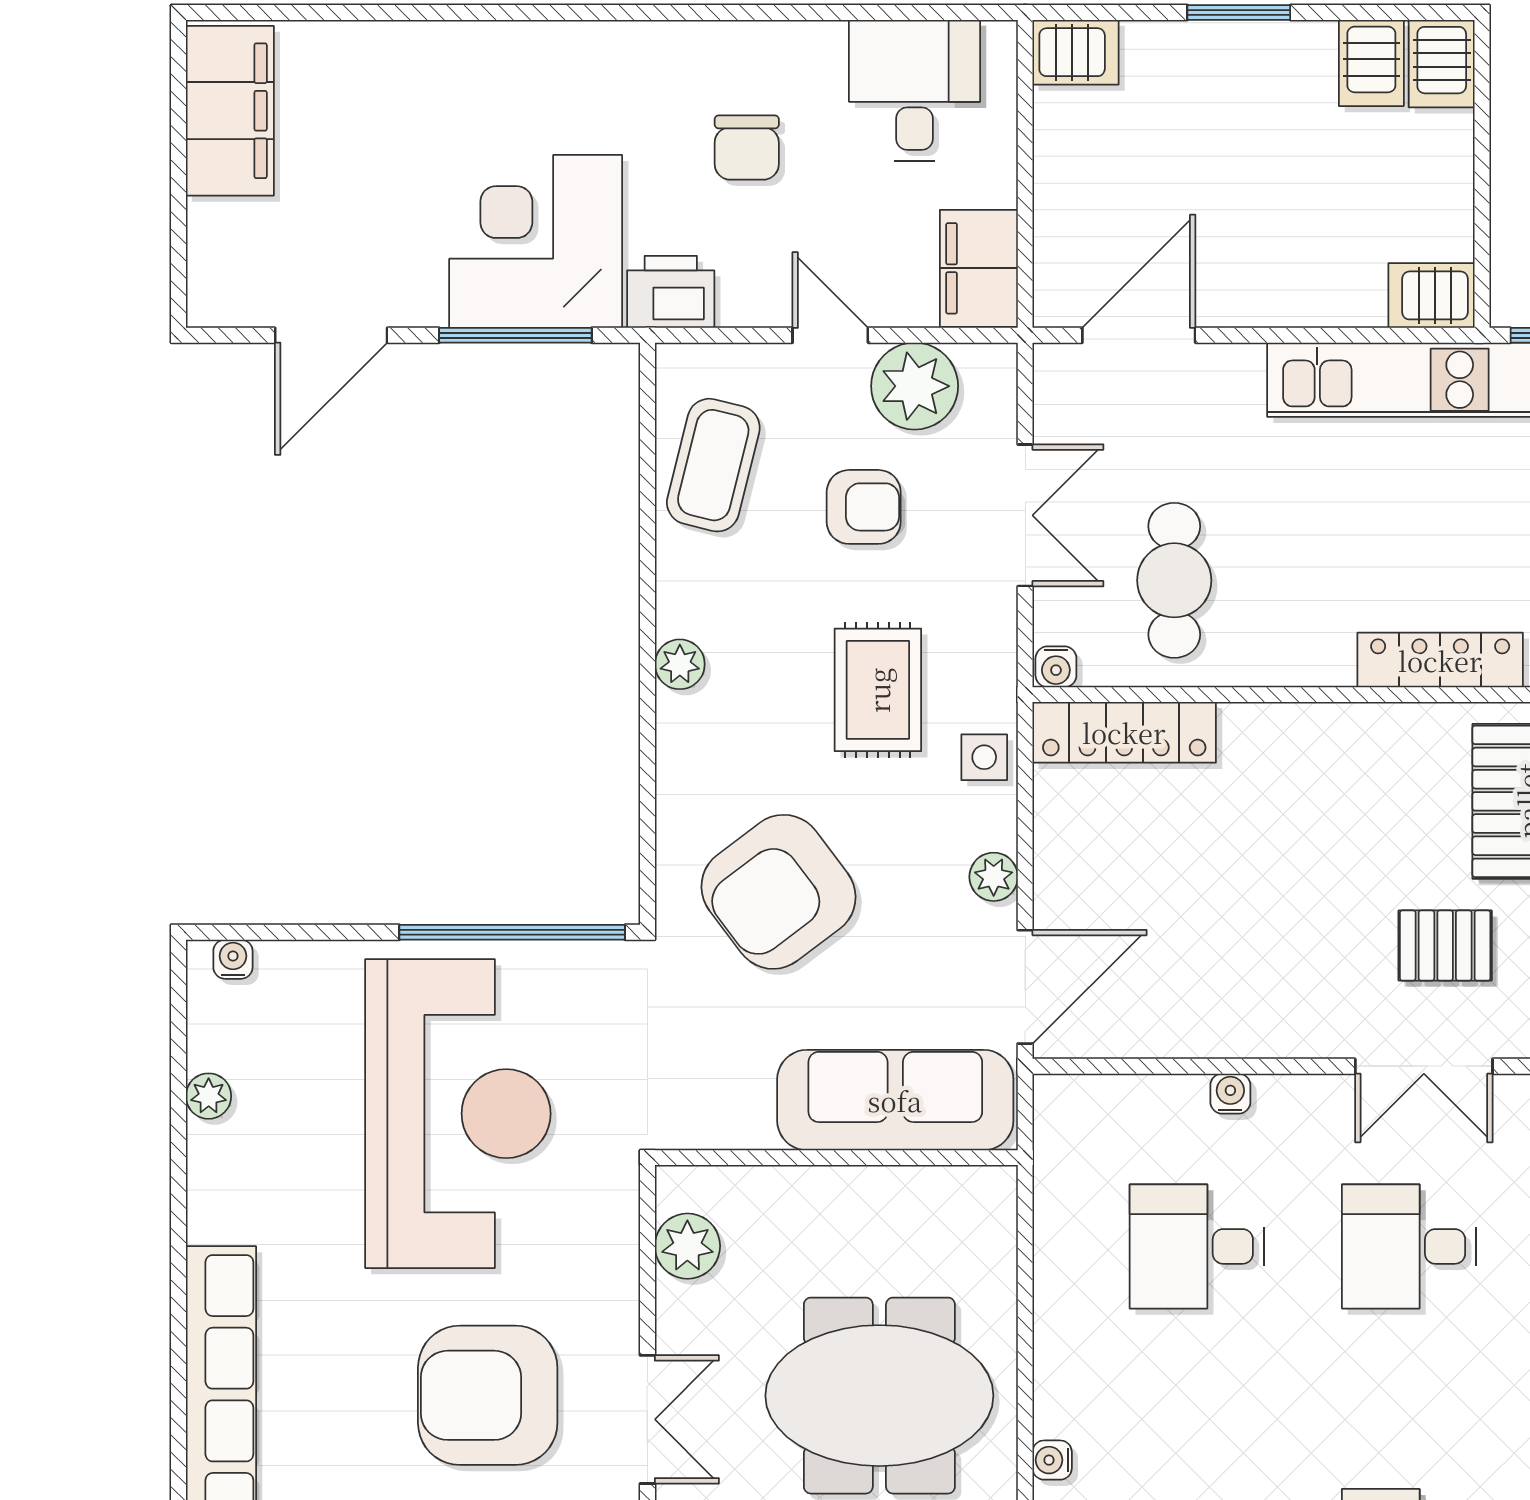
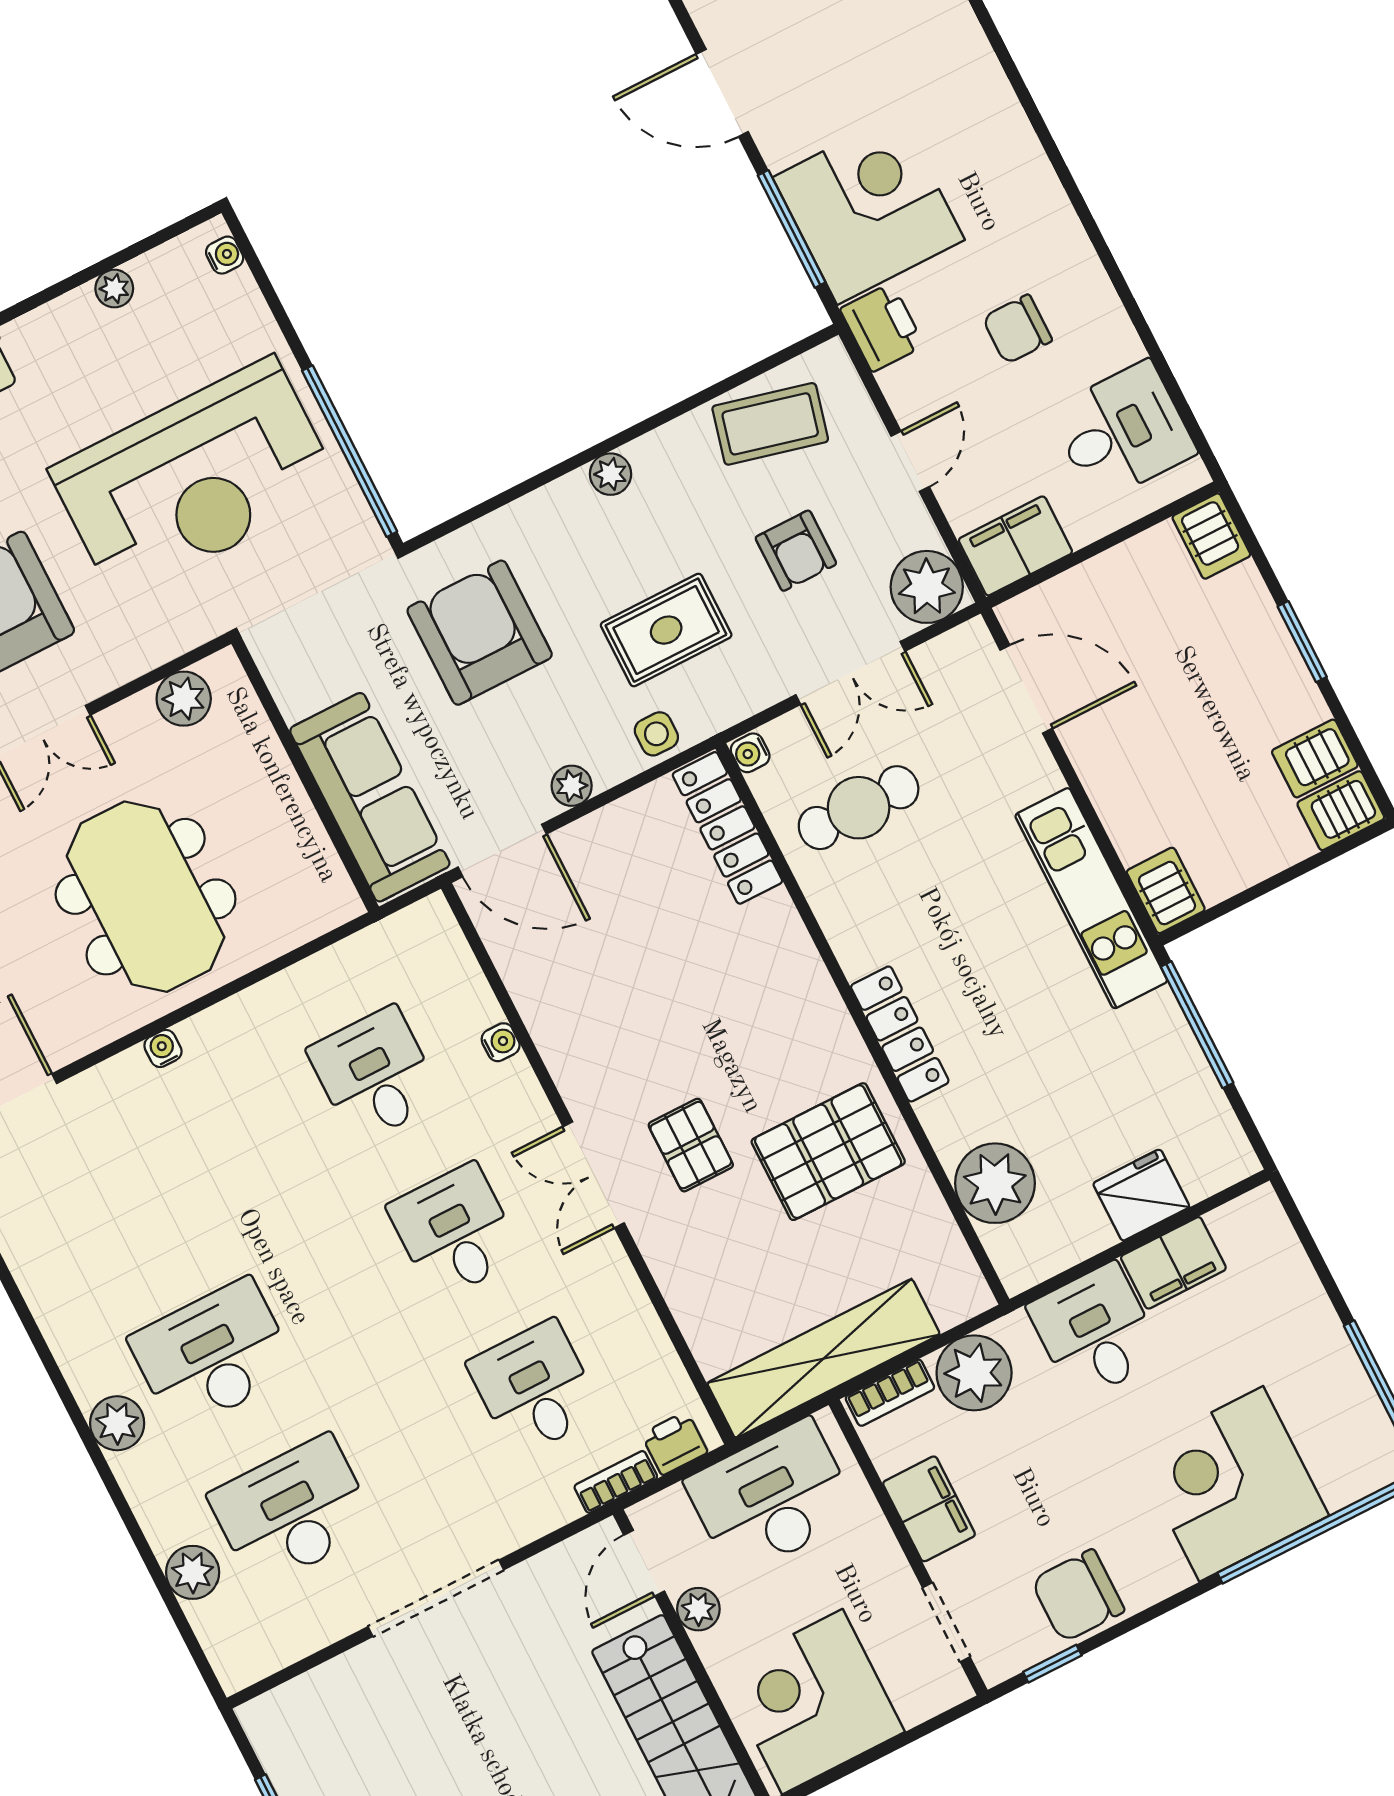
plant: (915, 386) -> (927, 587), moved
armchair: (778, 892) -> (480, 633), turned 37

